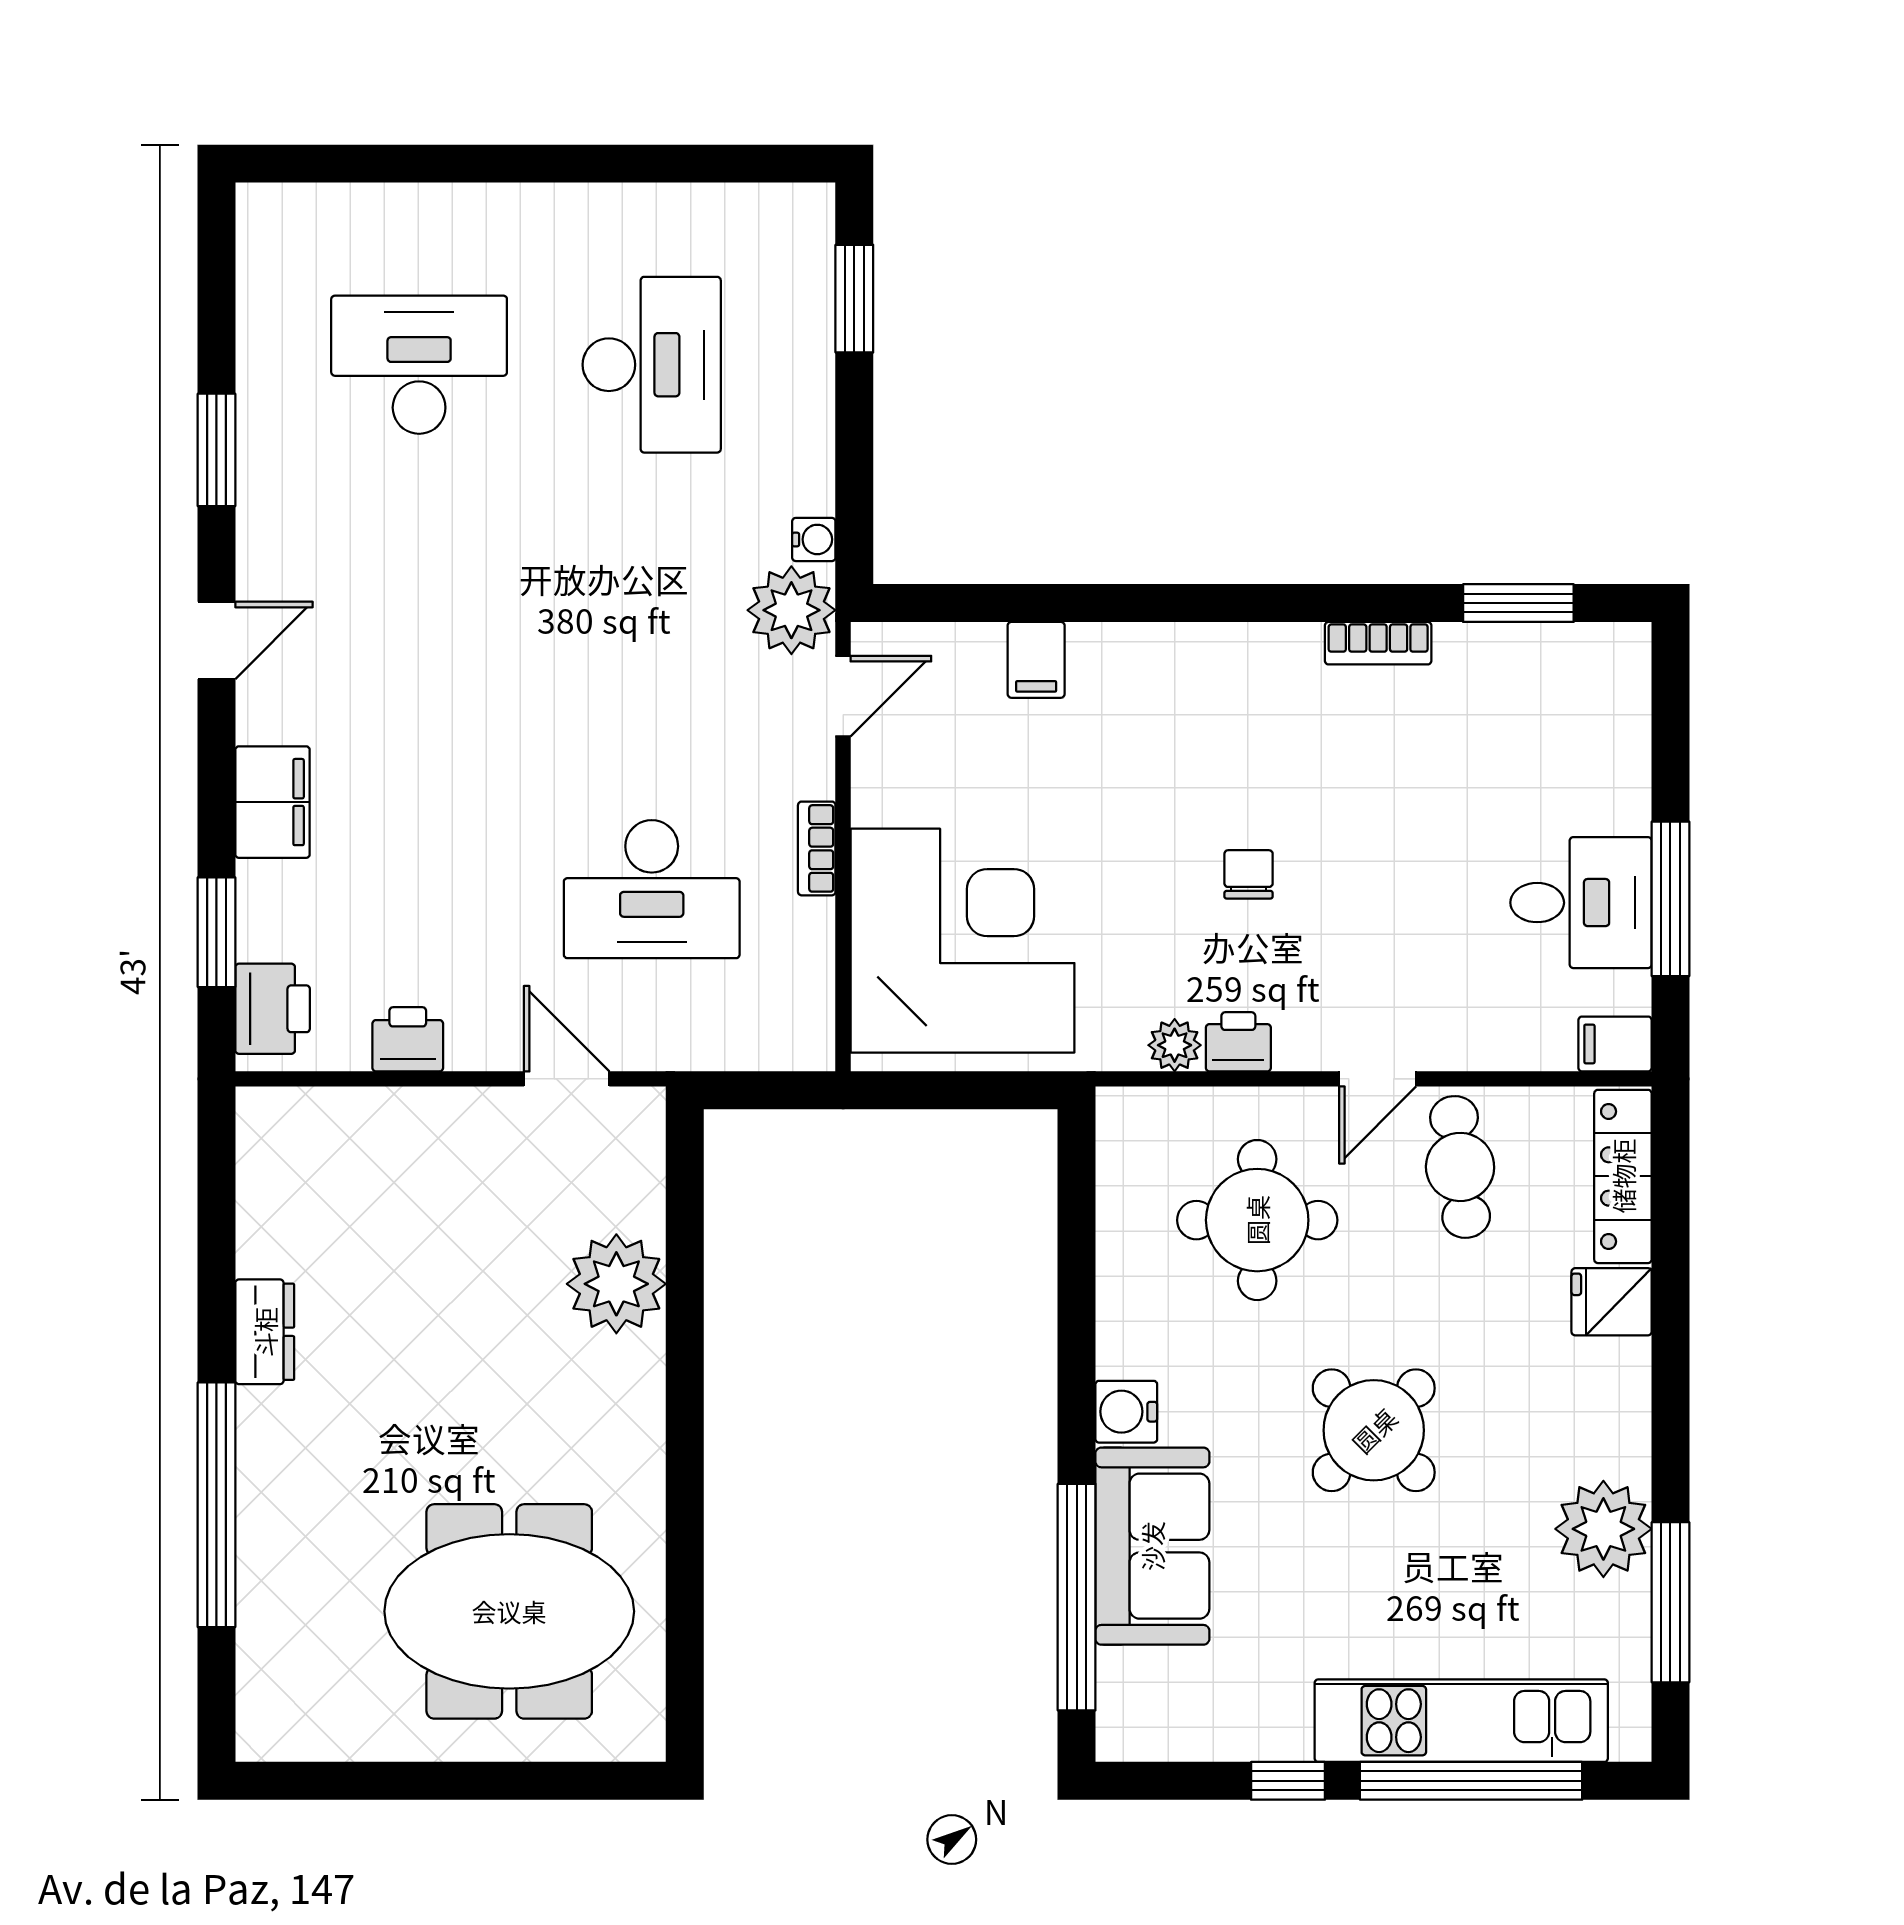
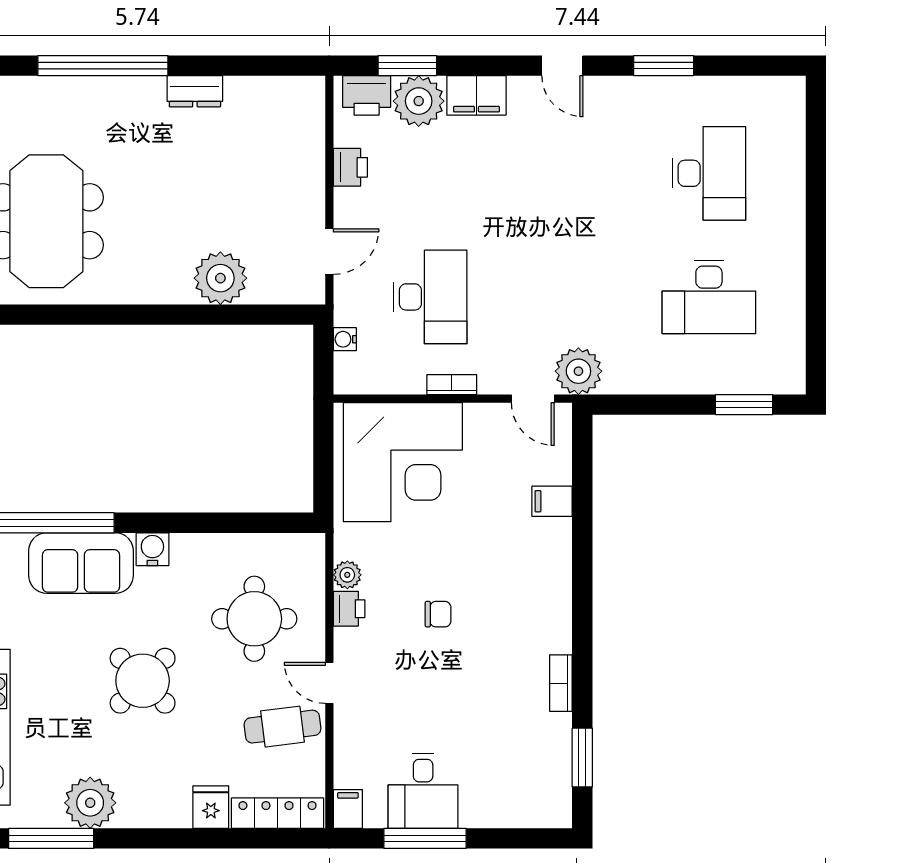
water cooler: (814, 539) -> (345, 339), moved, turned 90
desk: (652, 889) -> (430, 297), turned 180
plant: (283, 911) -> (419, 101), added

